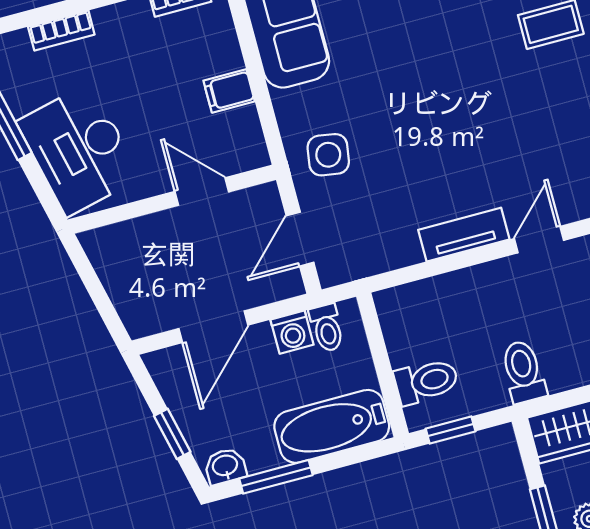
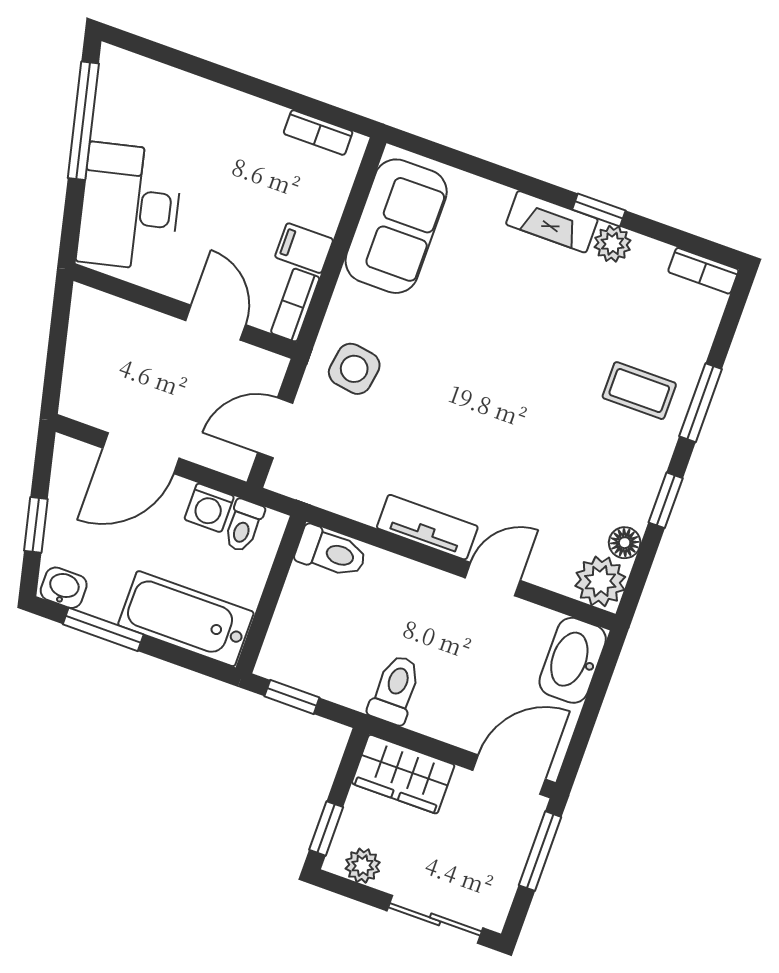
bookcase: (61, 31) -> (295, 305), moved, turned 90
toilet: (426, 381) -> (331, 552), moved

